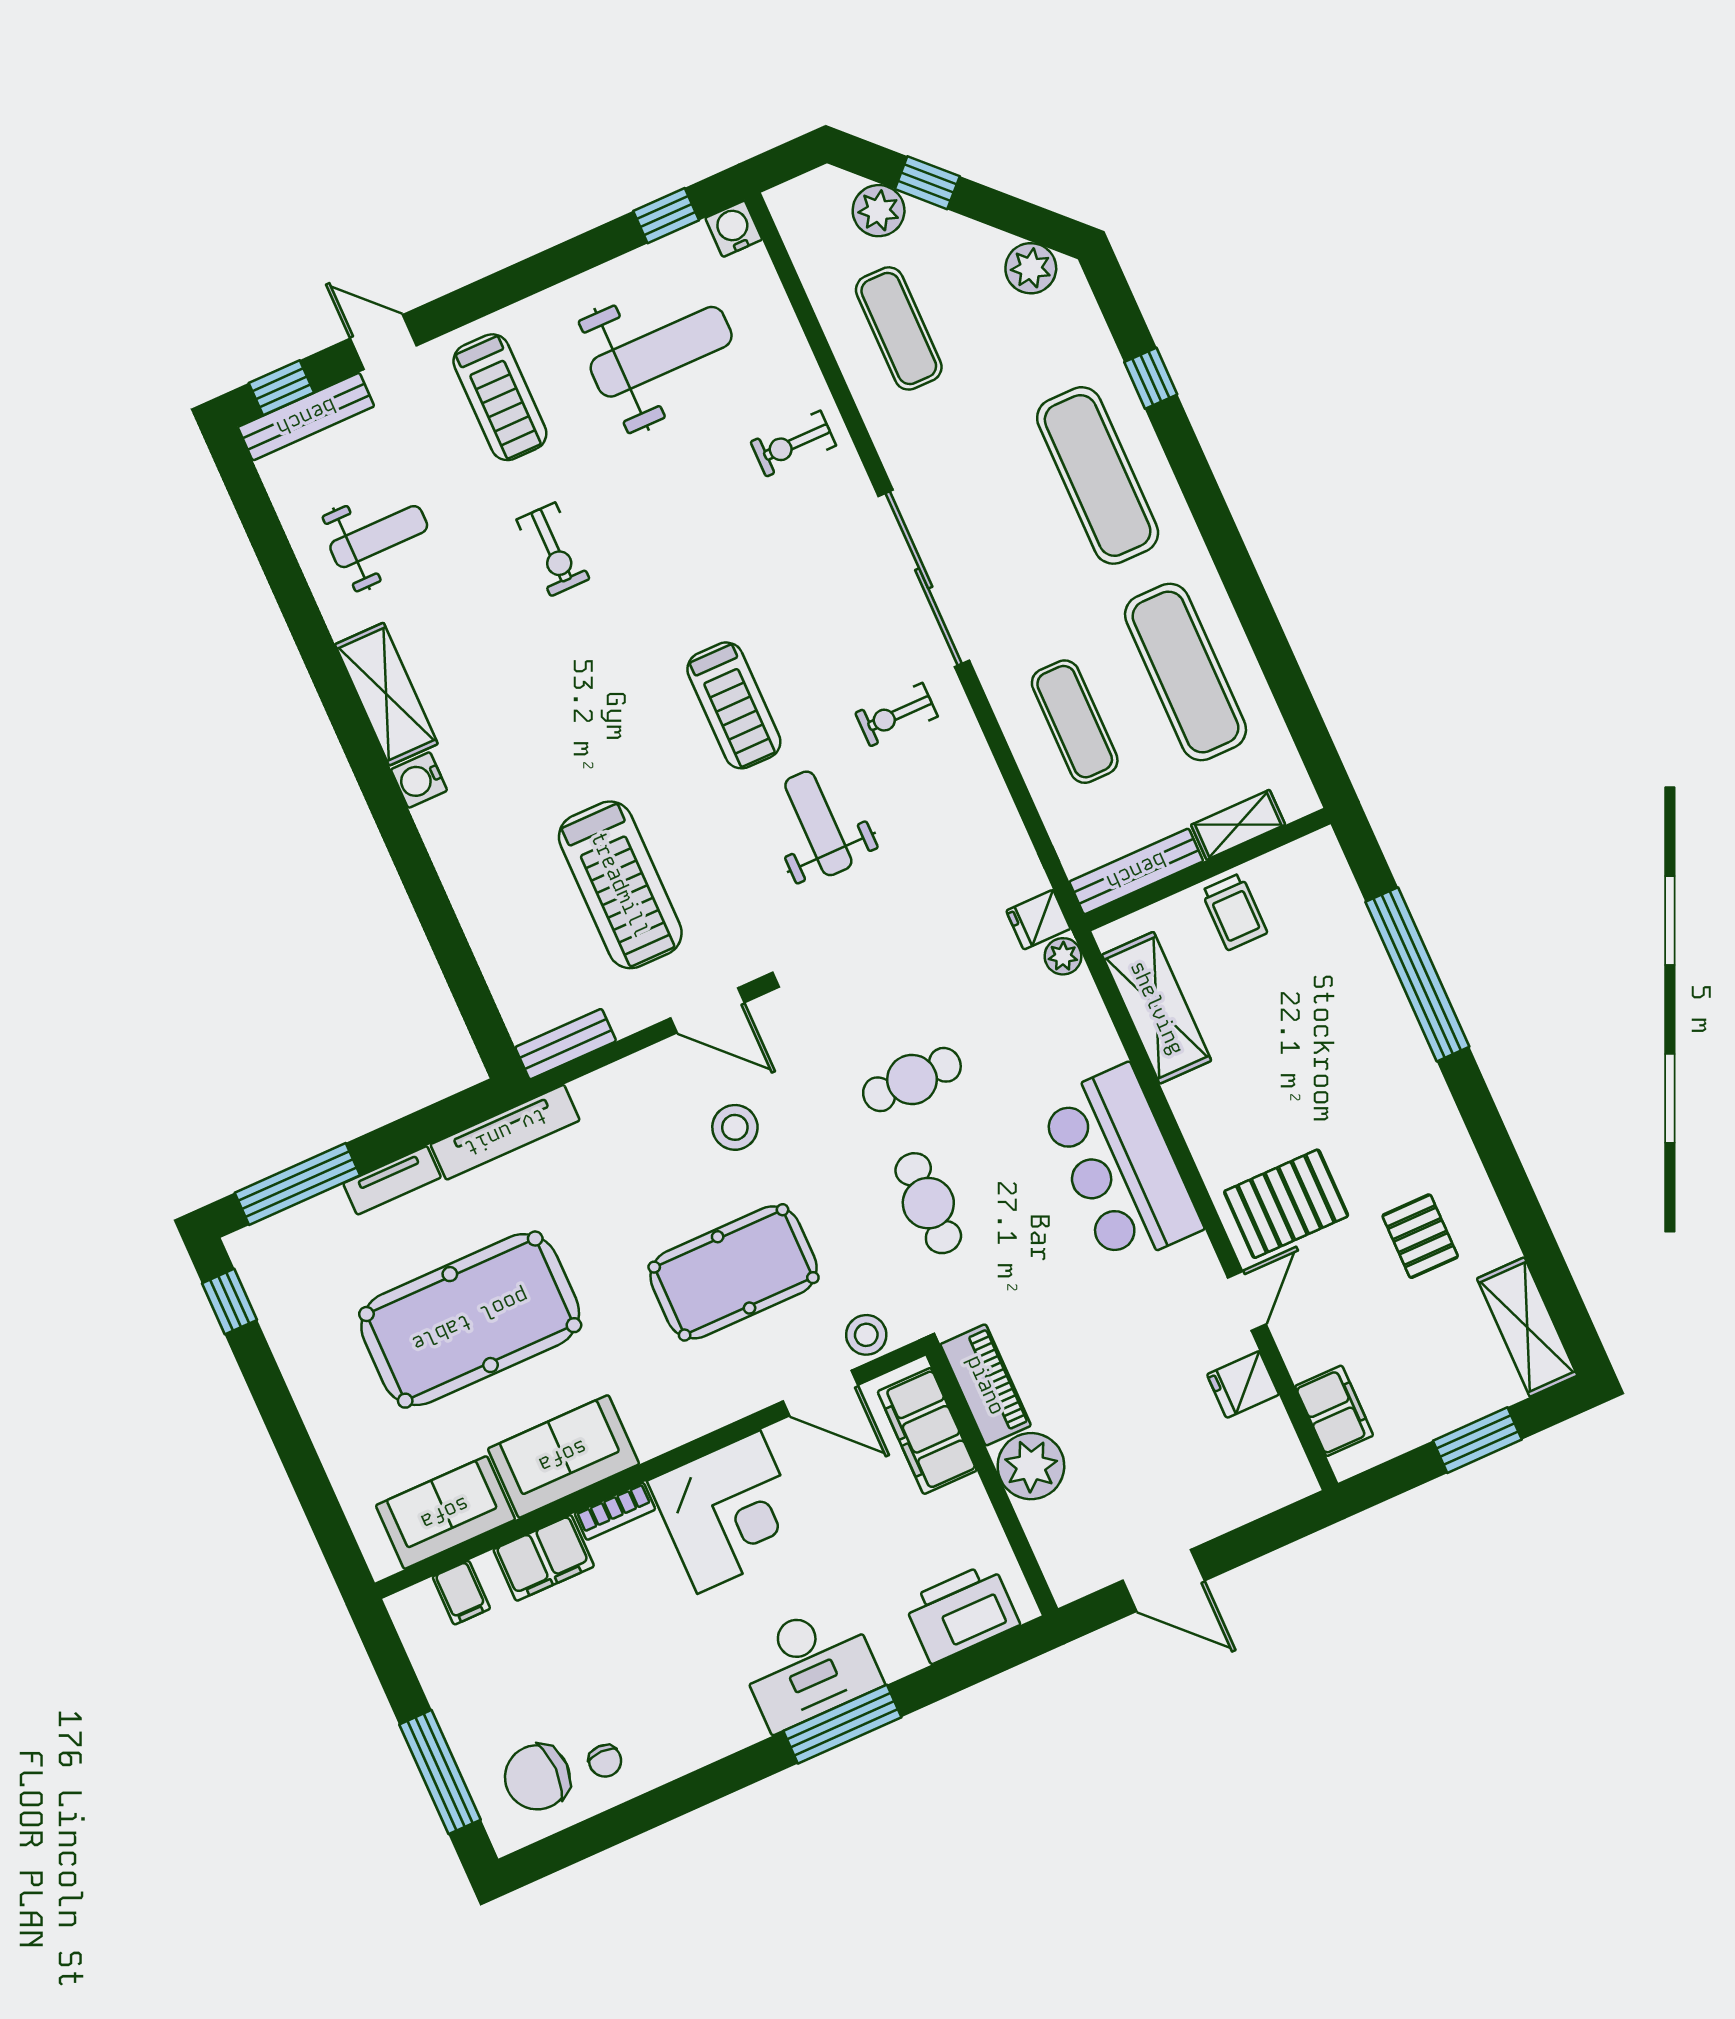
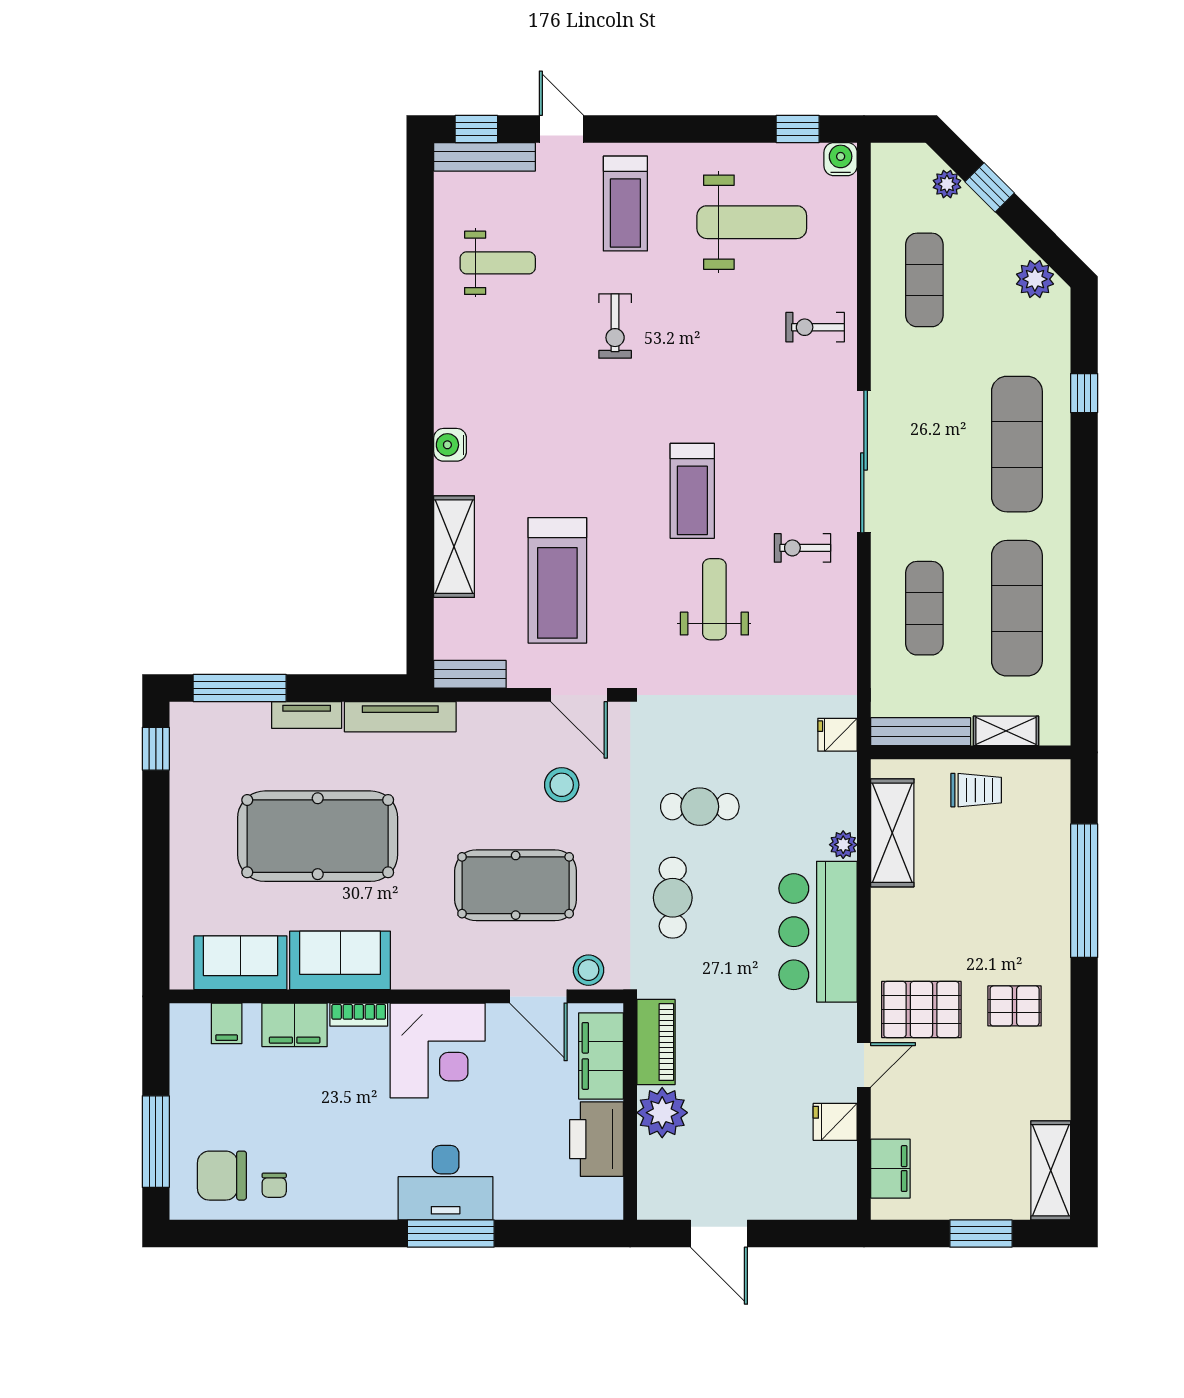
plant: (879, 211) -> (947, 184), width x0.73, depth x0.73
shelving: (386, 694) -> (454, 547), moved
trolley: (1234, 912) -> (976, 790), turned -90
plant: (1063, 956) -> (843, 845), moved
pallet: (1420, 1236) -> (1015, 1006), moved, turned 90
printer: (962, 1613) -> (597, 1139), moved, turned -90

